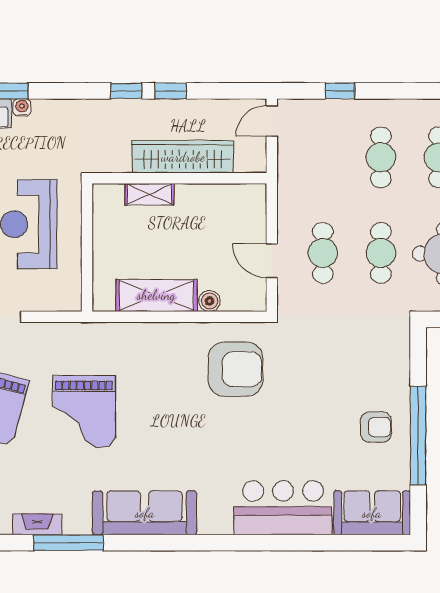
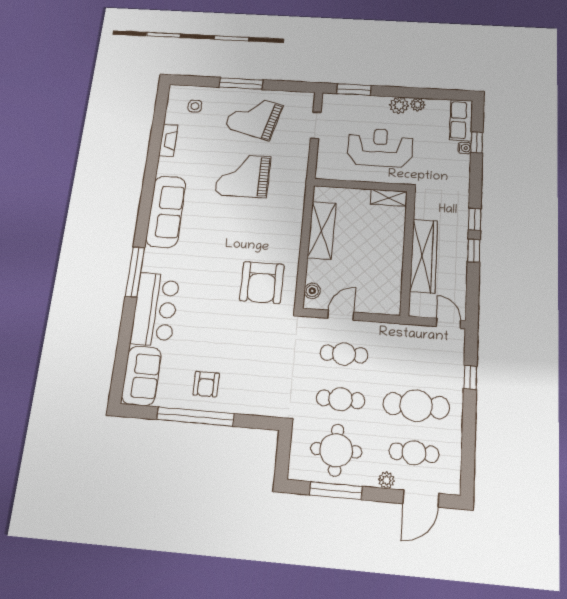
cafe table: (381, 157) -> (416, 406), width x1.37, depth x1.35
shelving: (149, 194) -> (389, 198), moved, turned 90
boiler: (210, 301) -> (312, 291), moved
window: (68, 543) -> (135, 272), moved

